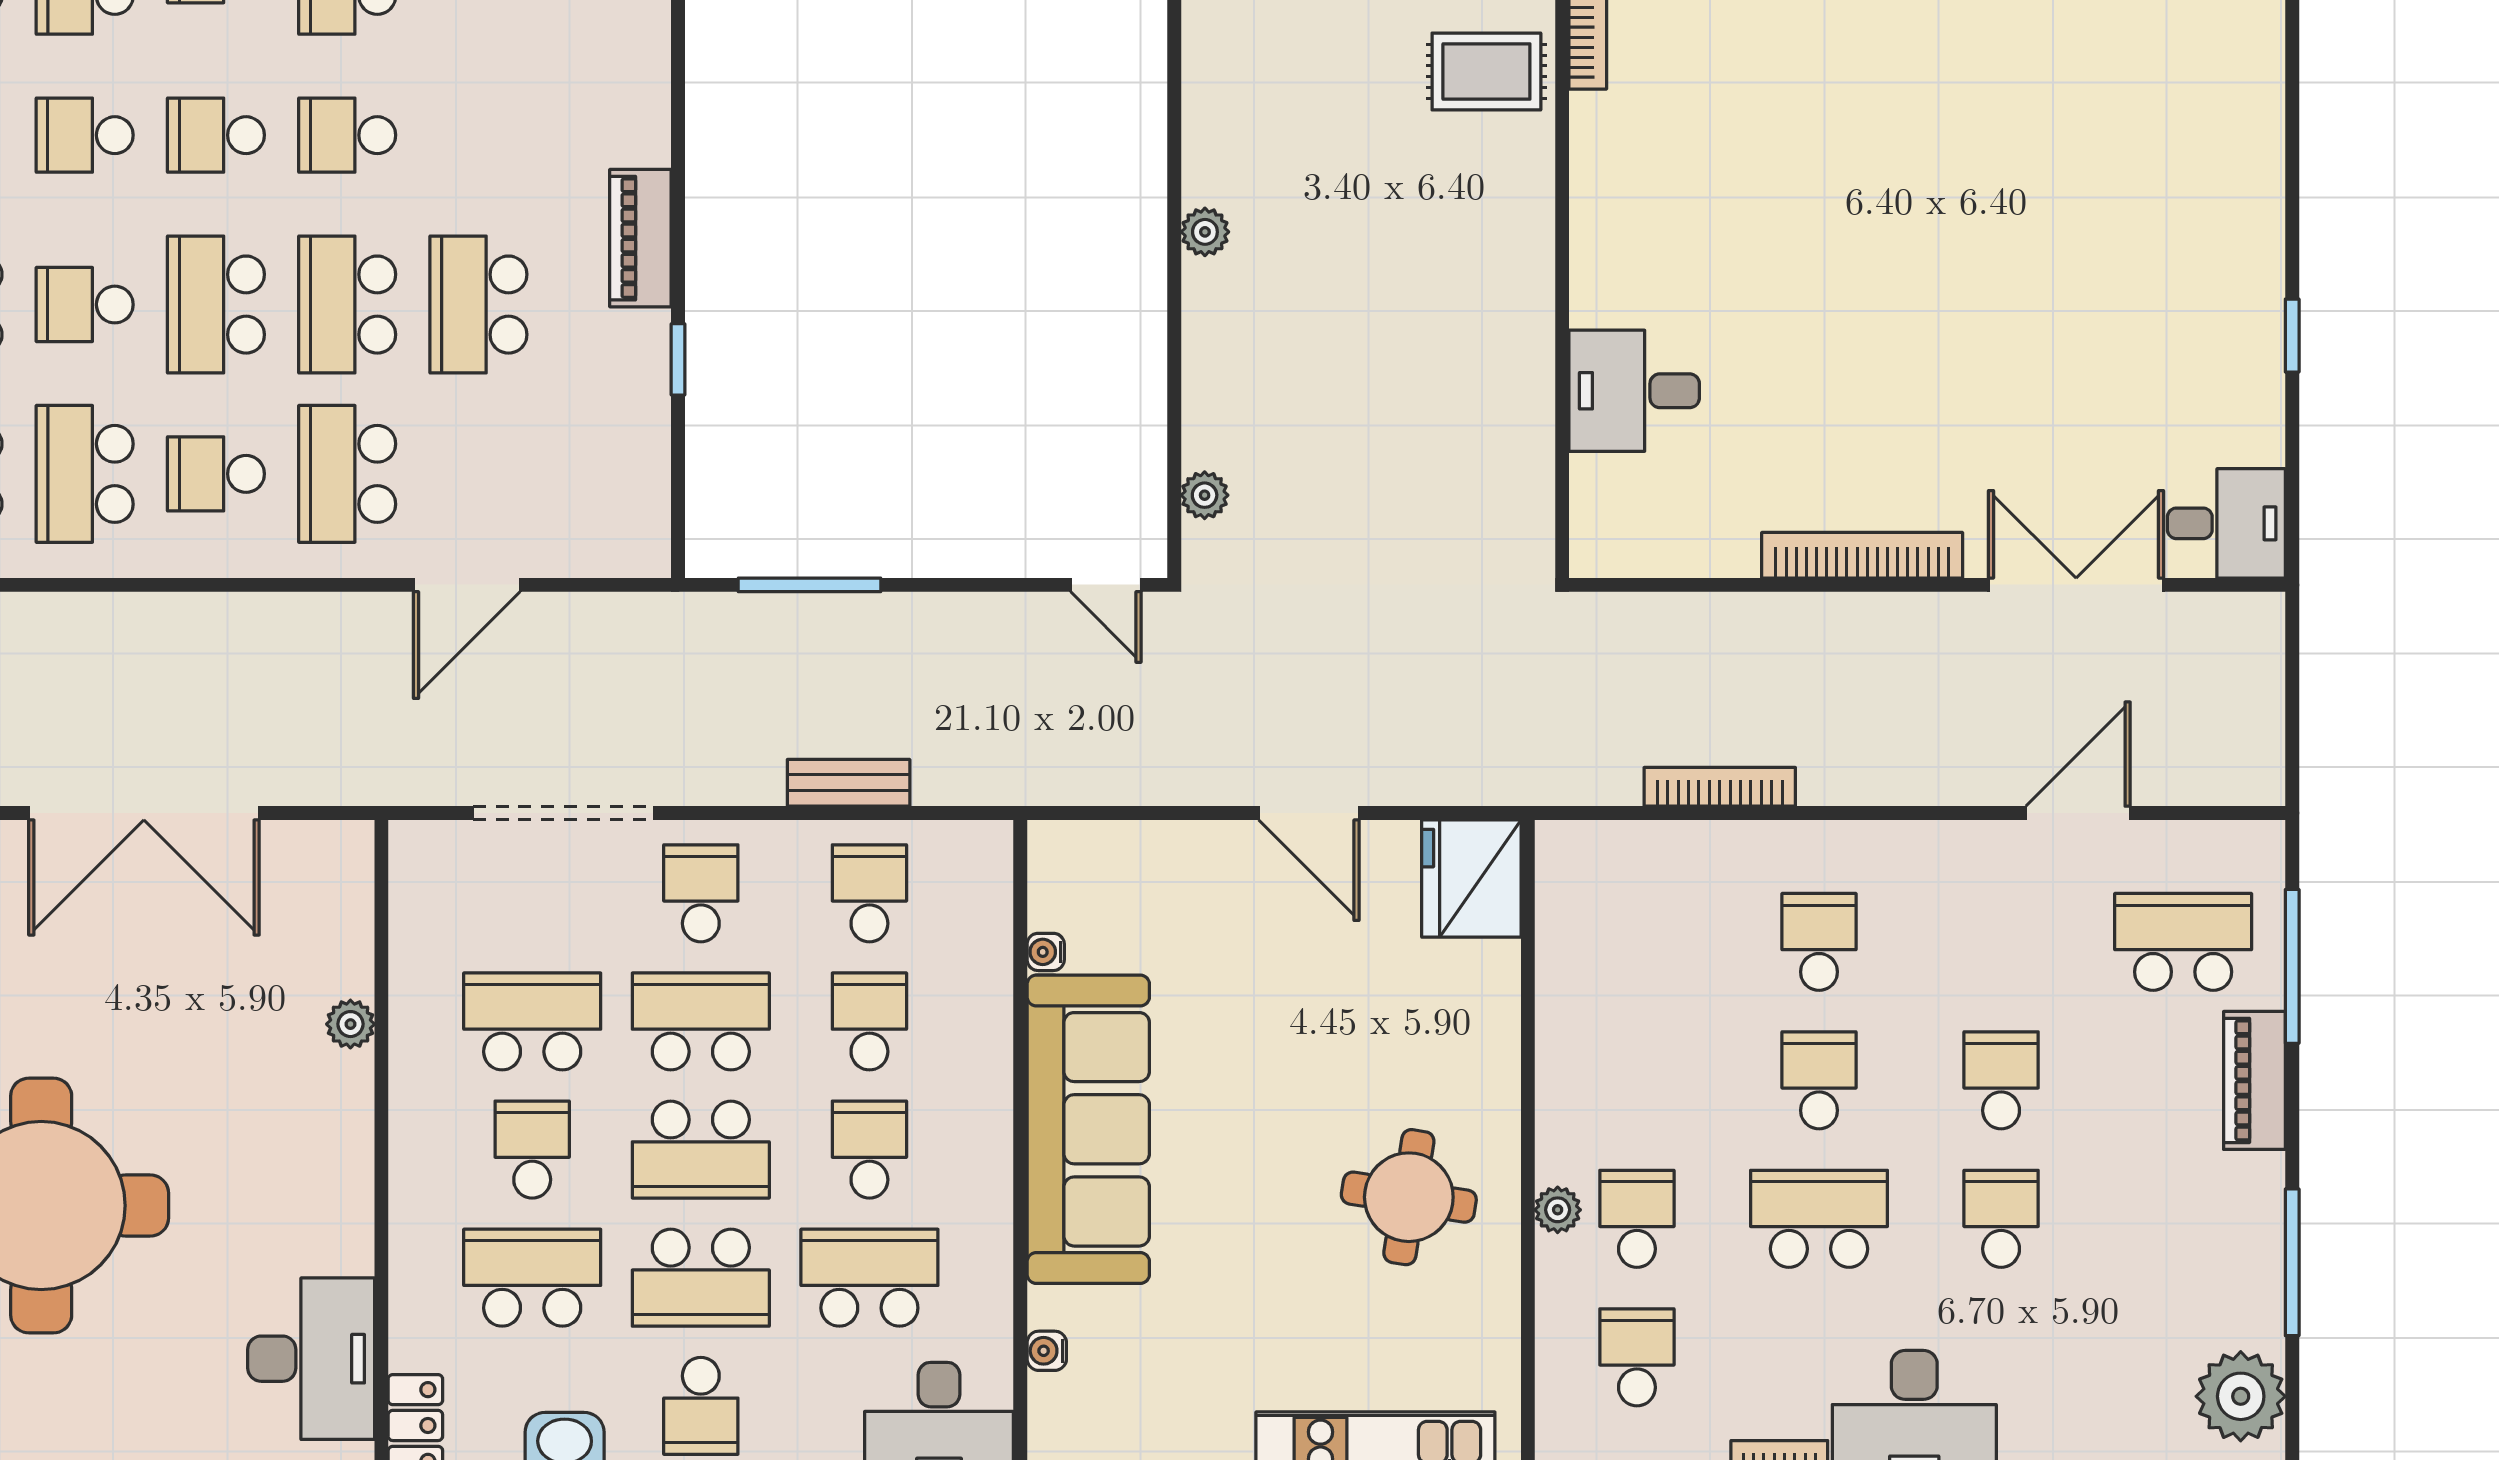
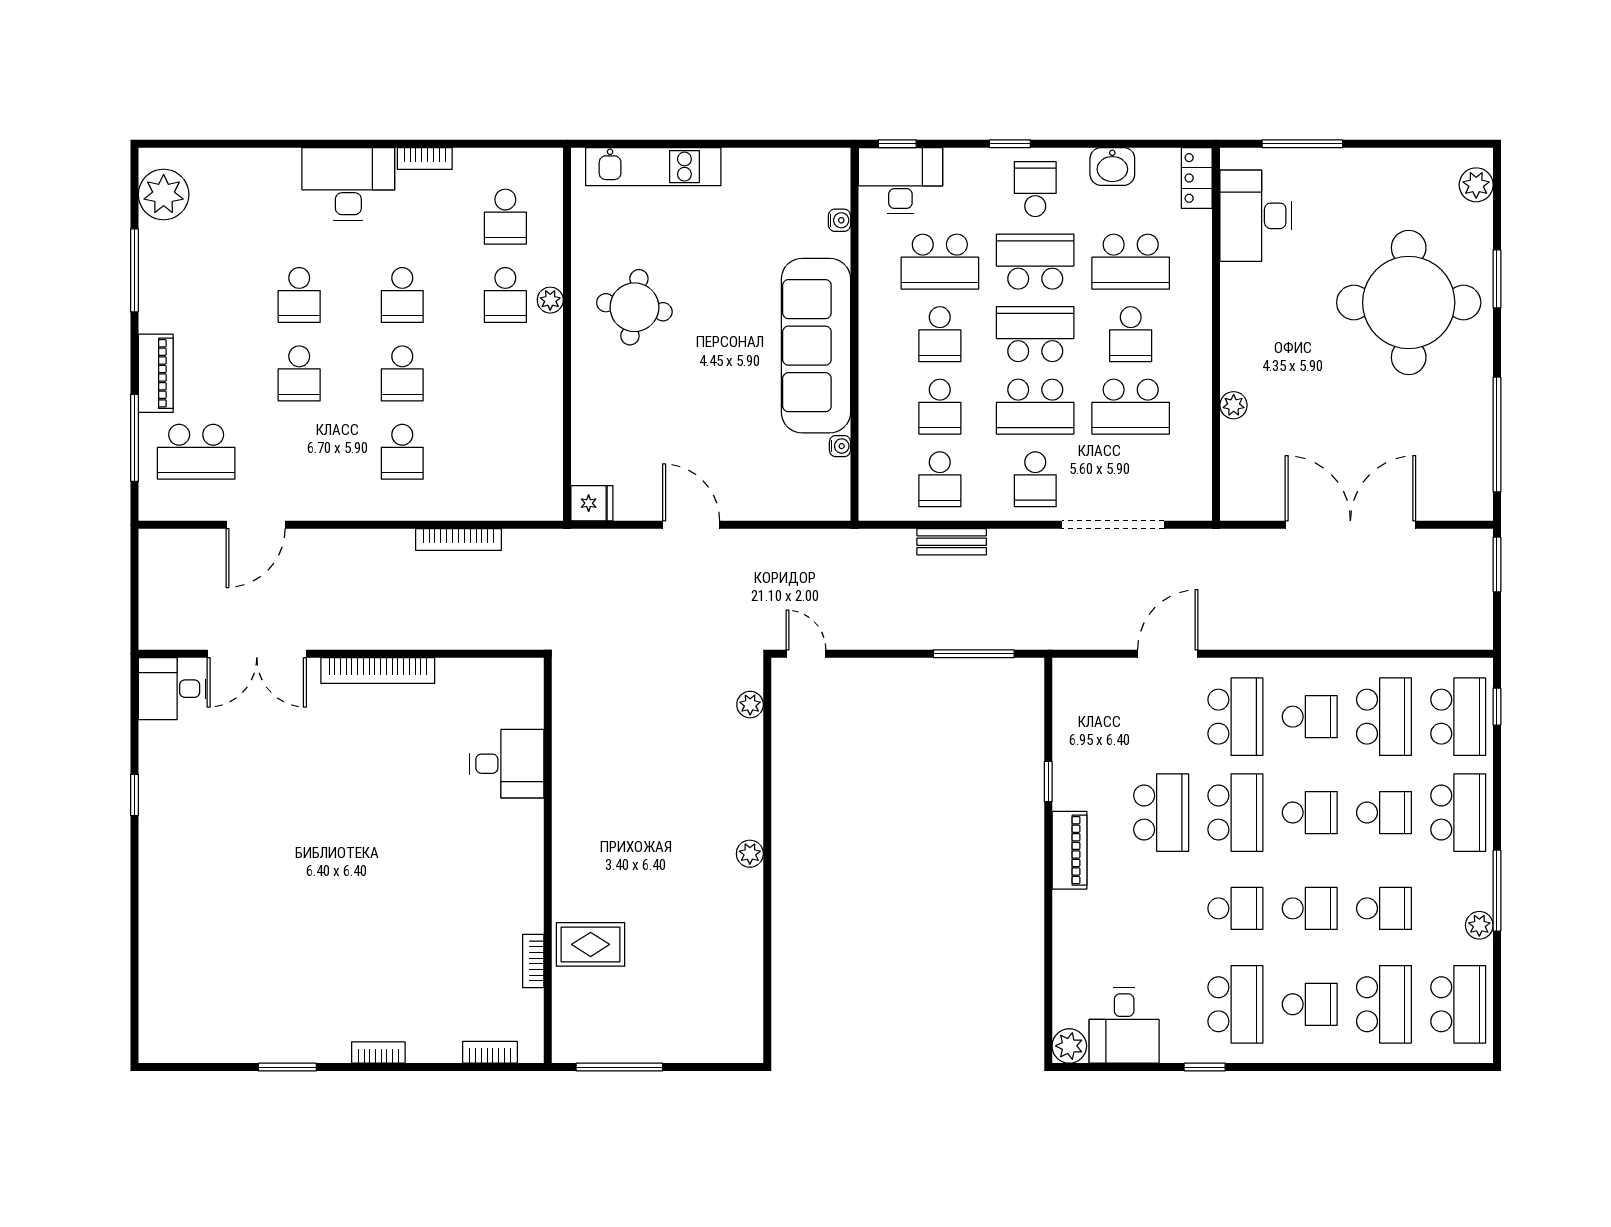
school desk: (216, 305) -> (1310, 813), width x0.54
fridge: (1471, 879) -> (592, 503), width x0.53, depth x0.75
school desk: (1819, 1219) -> (402, 295), width x0.54

